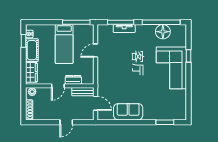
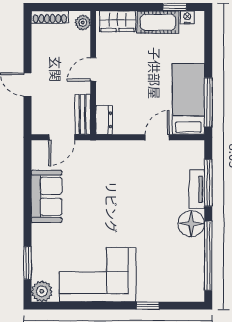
floor lamp: (163, 32) -> (191, 224), moved
bed: (64, 44) -> (188, 99), moved, turned 90
door: (96, 51) -> (157, 137), hinge flipped
corner sofa: (171, 68) -> (98, 275), moved
dresser: (73, 80) -> (104, 120), moved
door: (58, 86) -> (93, 69), hinge flipped
plant: (181, 114) -> (42, 291), added

